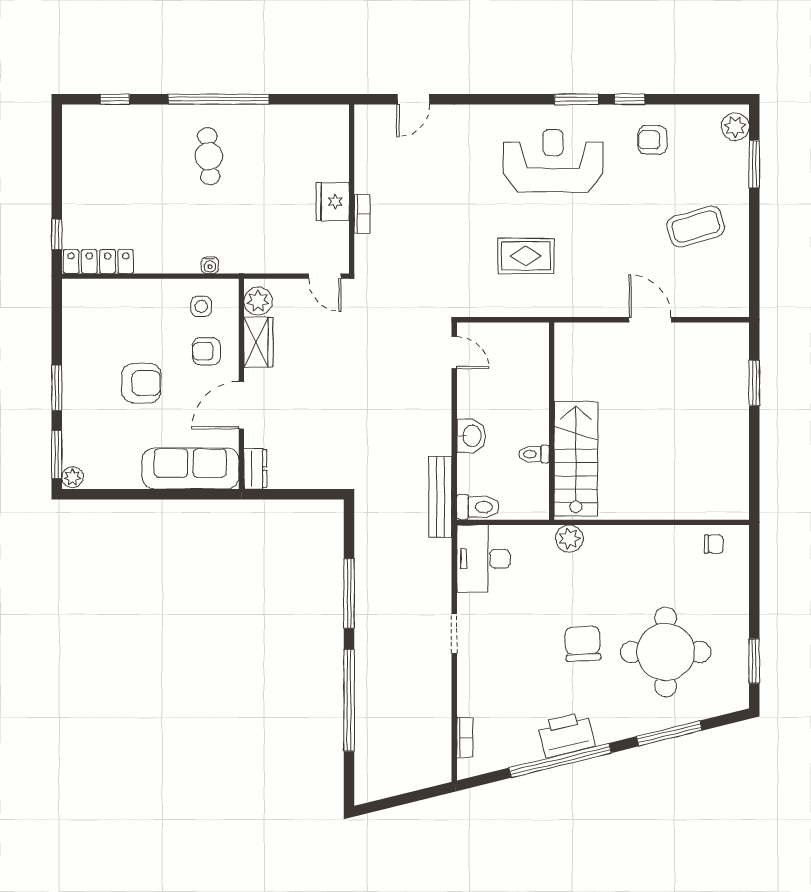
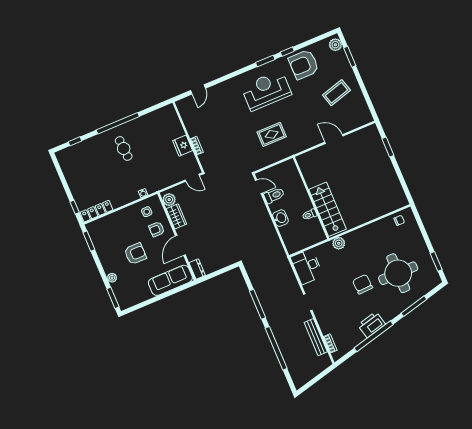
armchair: (653, 140) -> (304, 64), width x1.88, depth x1.88
window: (57, 388) -> (89, 241), moved
plant: (72, 477) -> (112, 278), moved
bench: (440, 497) -> (316, 337), moved
toilet: (478, 507) -> (274, 195), moved

